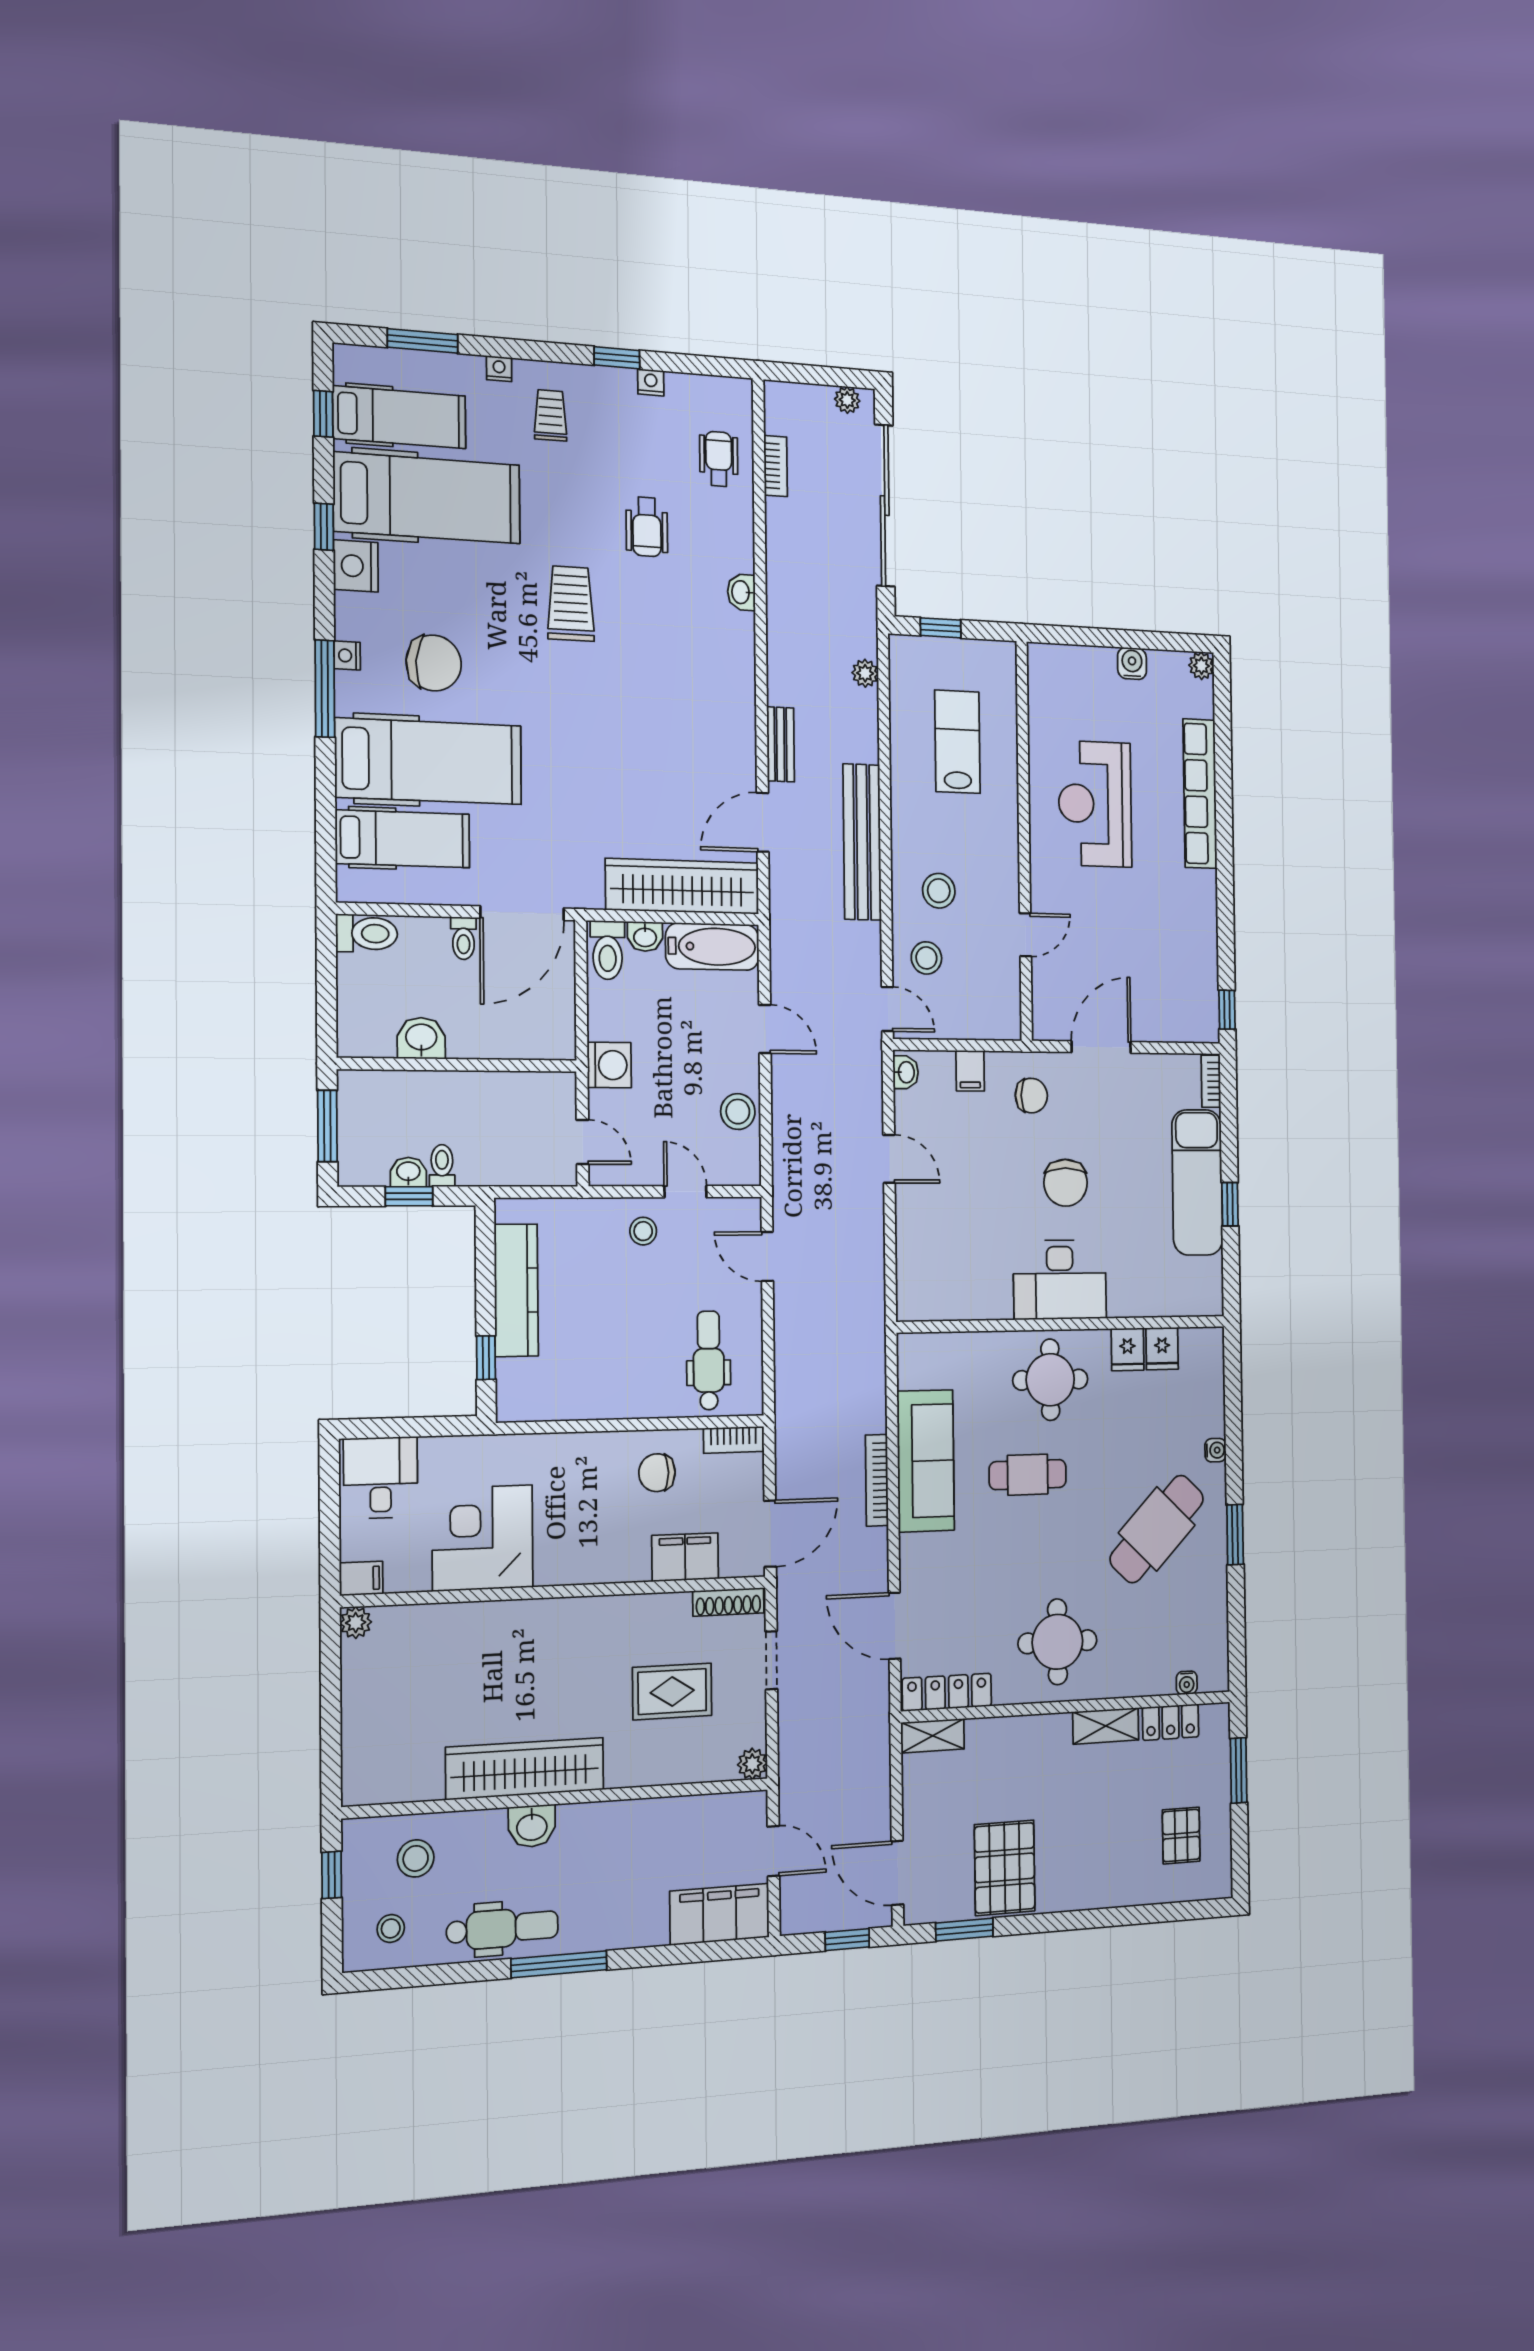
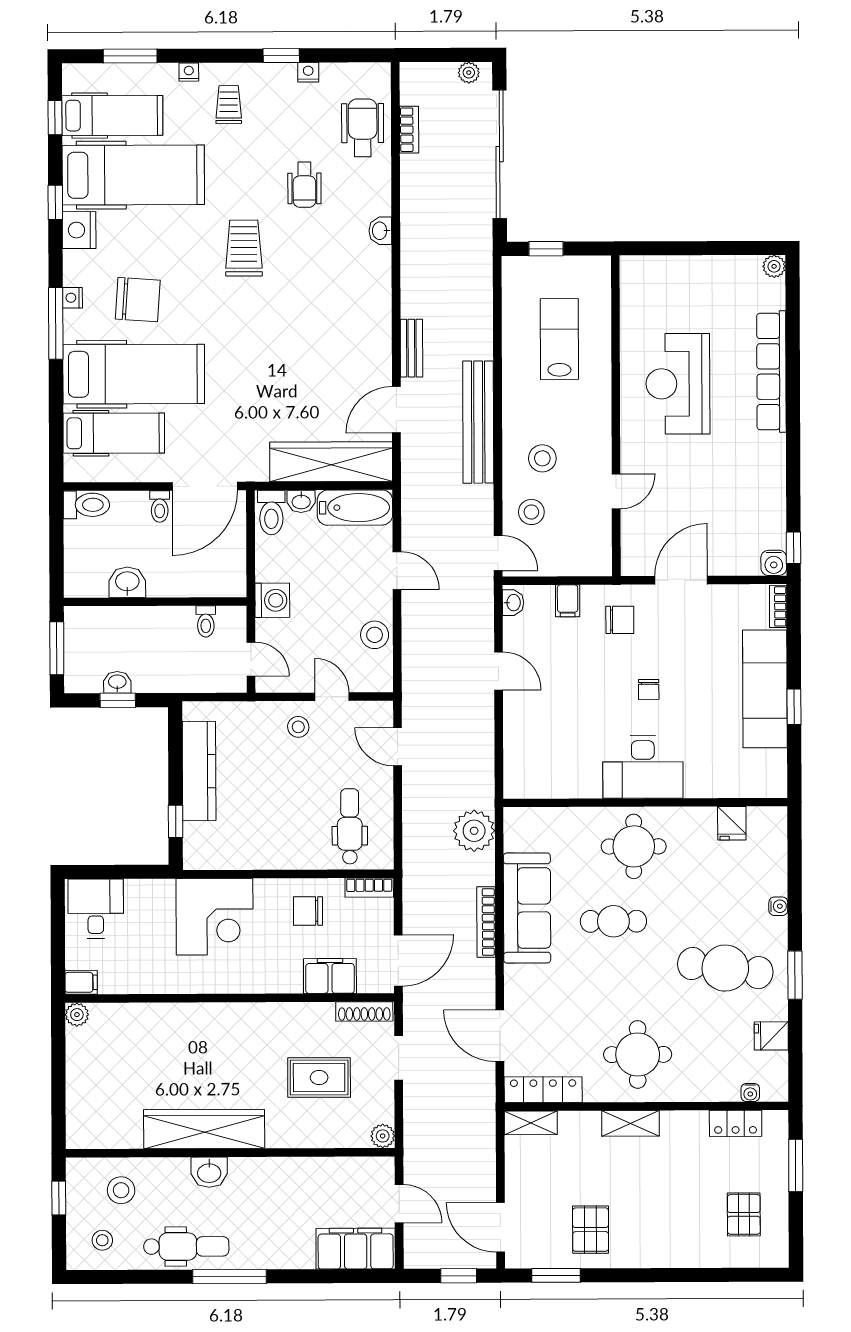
wheelchair: (719, 459) -> (363, 128), width x1.36, depth x1.37
water cooler: (1132, 663) -> (774, 563), moved, turned 180
plant: (865, 673) -> (474, 831), moved, width x1.87, depth x1.87
toilet: (442, 1166) -> (206, 621), moved, turned 180
chair: (1066, 1183) -> (649, 689), width x0.54, depth x0.54
fridge: (1128, 1349) -> (771, 1036), moved, turned 90
cafe table: (1157, 1529) -> (725, 968), turned 54
corner desk: (483, 1538) -> (215, 917), moved, turned 180
shelving: (1106, 1726) -> (630, 1123), moved
pallet: (1005, 1868) -> (591, 1230), width x0.67, depth x0.71

